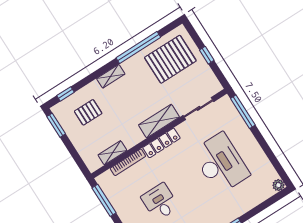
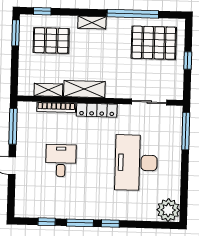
pallet: (88, 112) -> (51, 41), width x1.50, depth x1.42
shelving: (159, 121) -> (84, 89), moved
desk: (221, 163) -> (136, 163), turned 180
plant: (278, 185) -> (168, 210), width x1.87, depth x1.87

